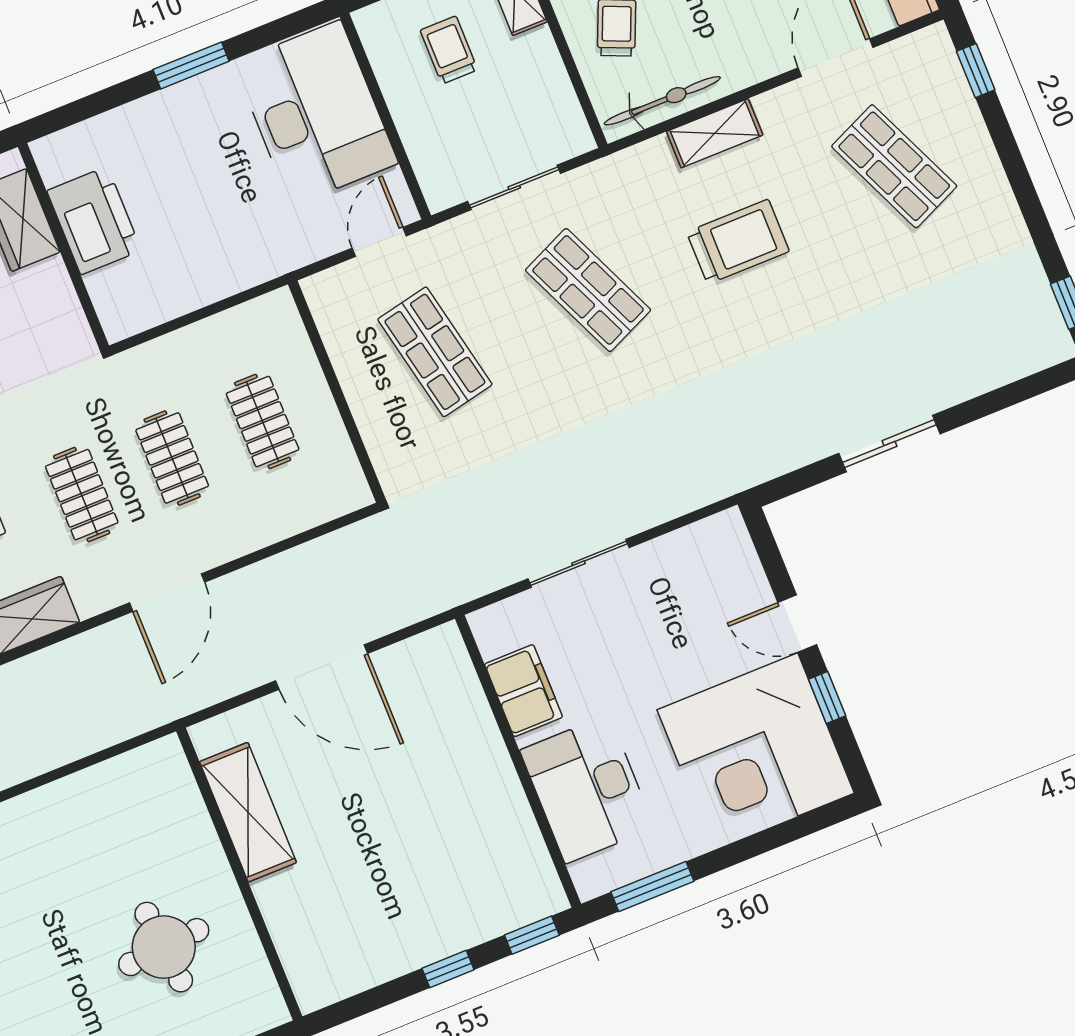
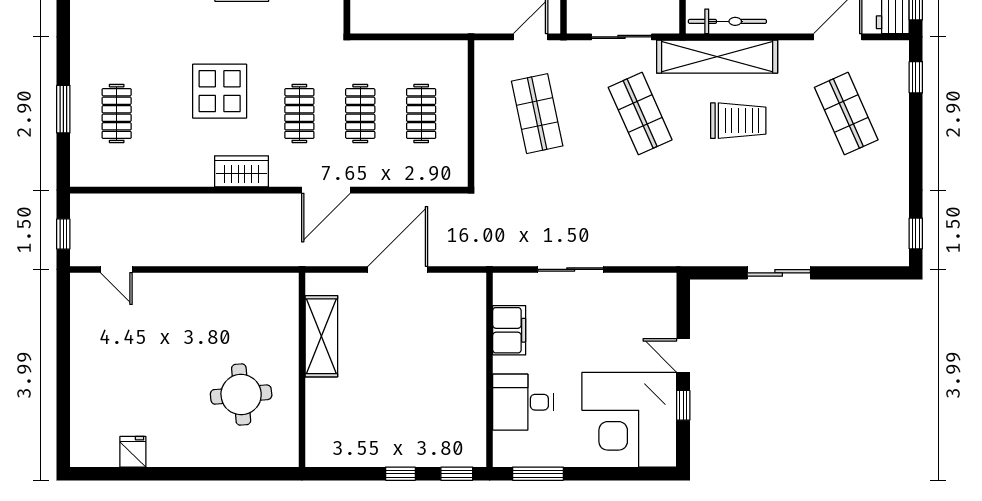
shelving: (715, 133) -> (717, 57), width x2.20, depth x1.33
door: (322, 667) -> (398, 269), swing flipped
desk: (587, 789) -> (523, 402), width x0.73

